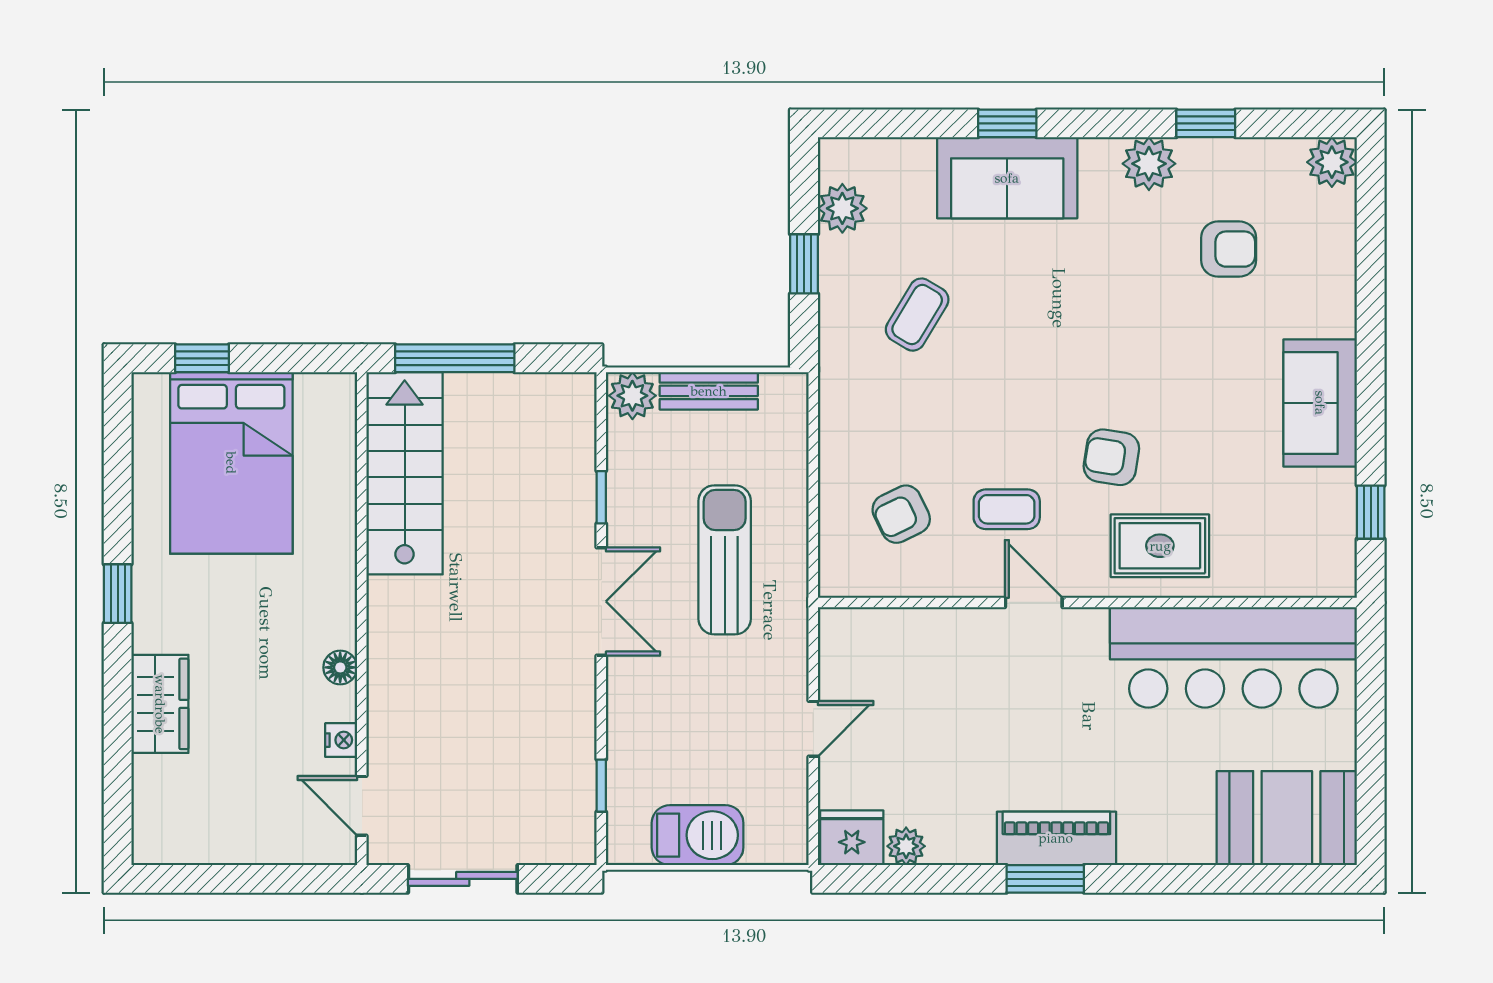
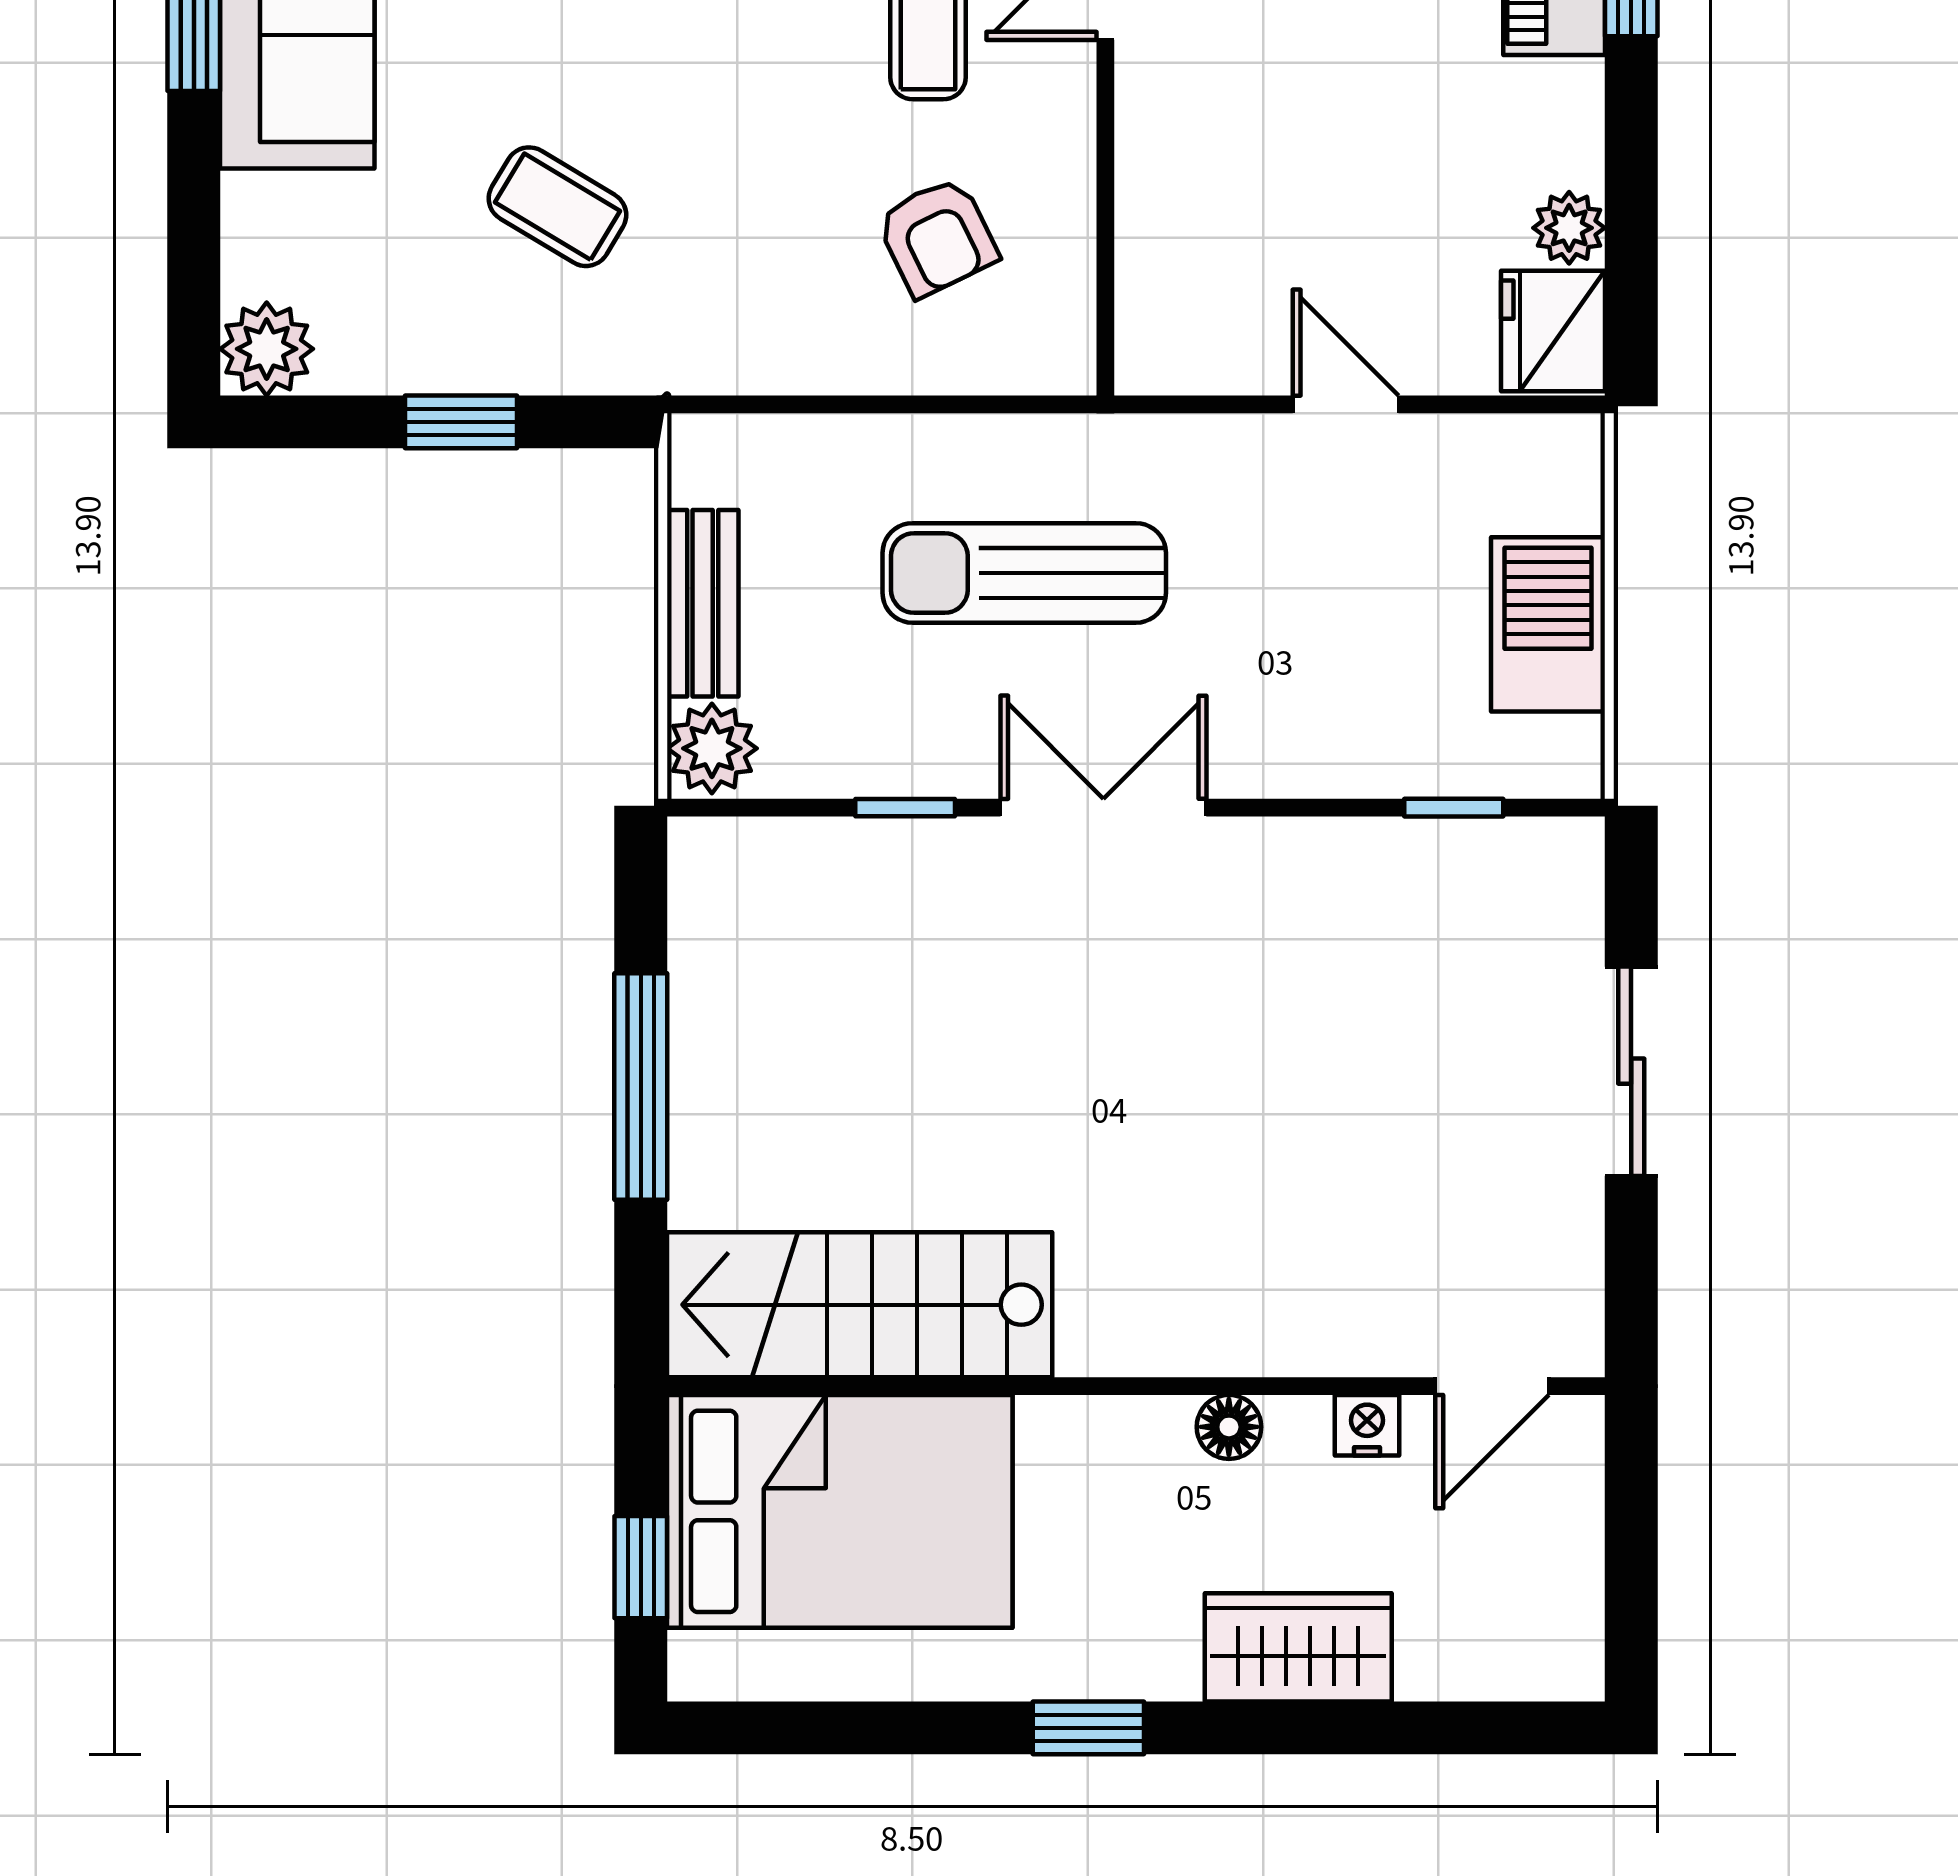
plant: (842, 208) -> (267, 349), moved
stairs: (405, 473) -> (860, 1305), moved
wall: (362, 619) -> (1136, 1386), moved
floor lamp: (340, 667) -> (1229, 1427), moved
nightstand: (341, 740) -> (1367, 1425), moved
door: (362, 806) -> (1492, 1386), moved

